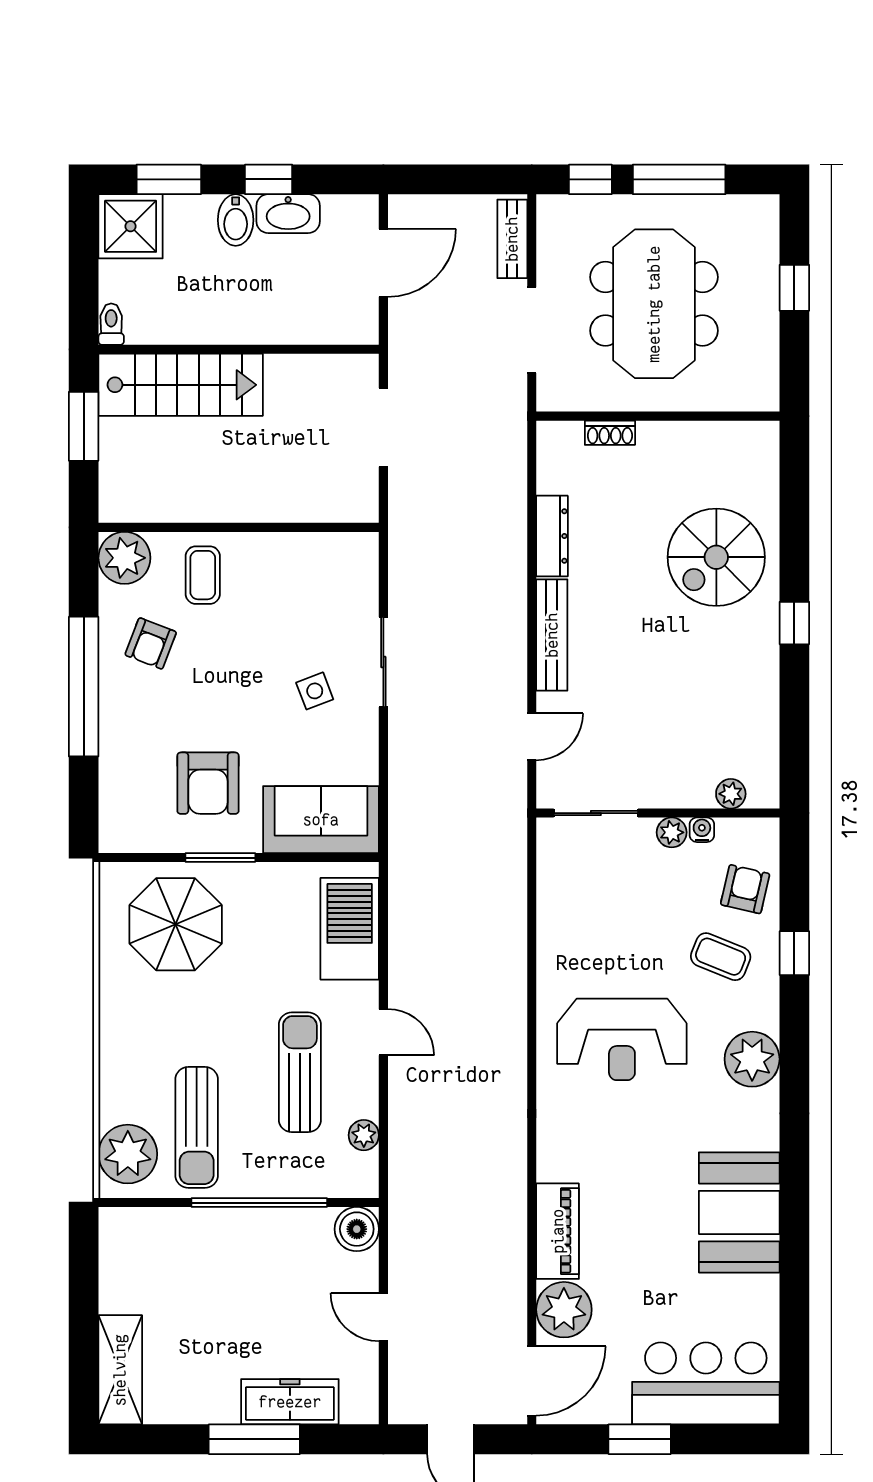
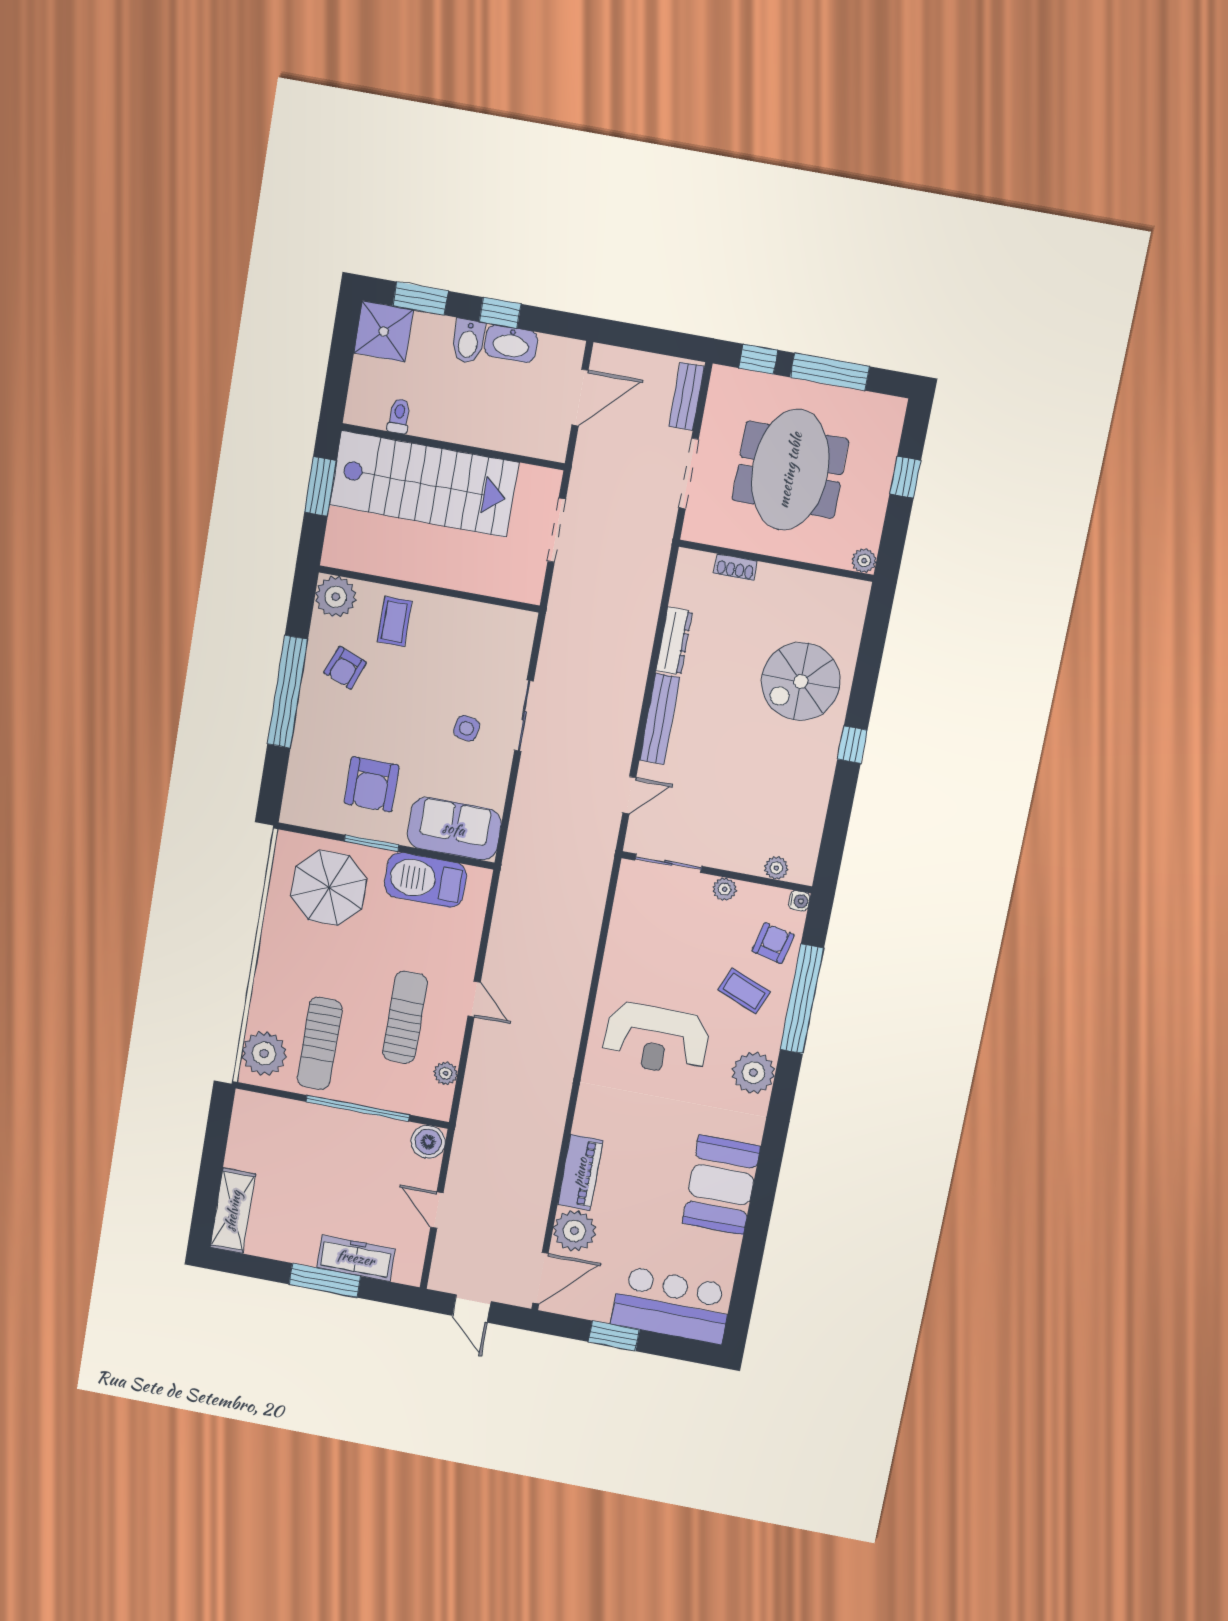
toilet: (111, 324) -> (399, 416), moved
stairs: (181, 385) -> (424, 484), width x1.36, depth x1.51
plant: (765, 397) -> (864, 561), added
side table: (315, 691) -> (467, 728), turned 33
water cooler: (702, 830) -> (799, 901), moved, turned 90
barbecue: (350, 929) -> (425, 880), moved, turned -90
window: (794, 953) -> (802, 999), width x3.17

